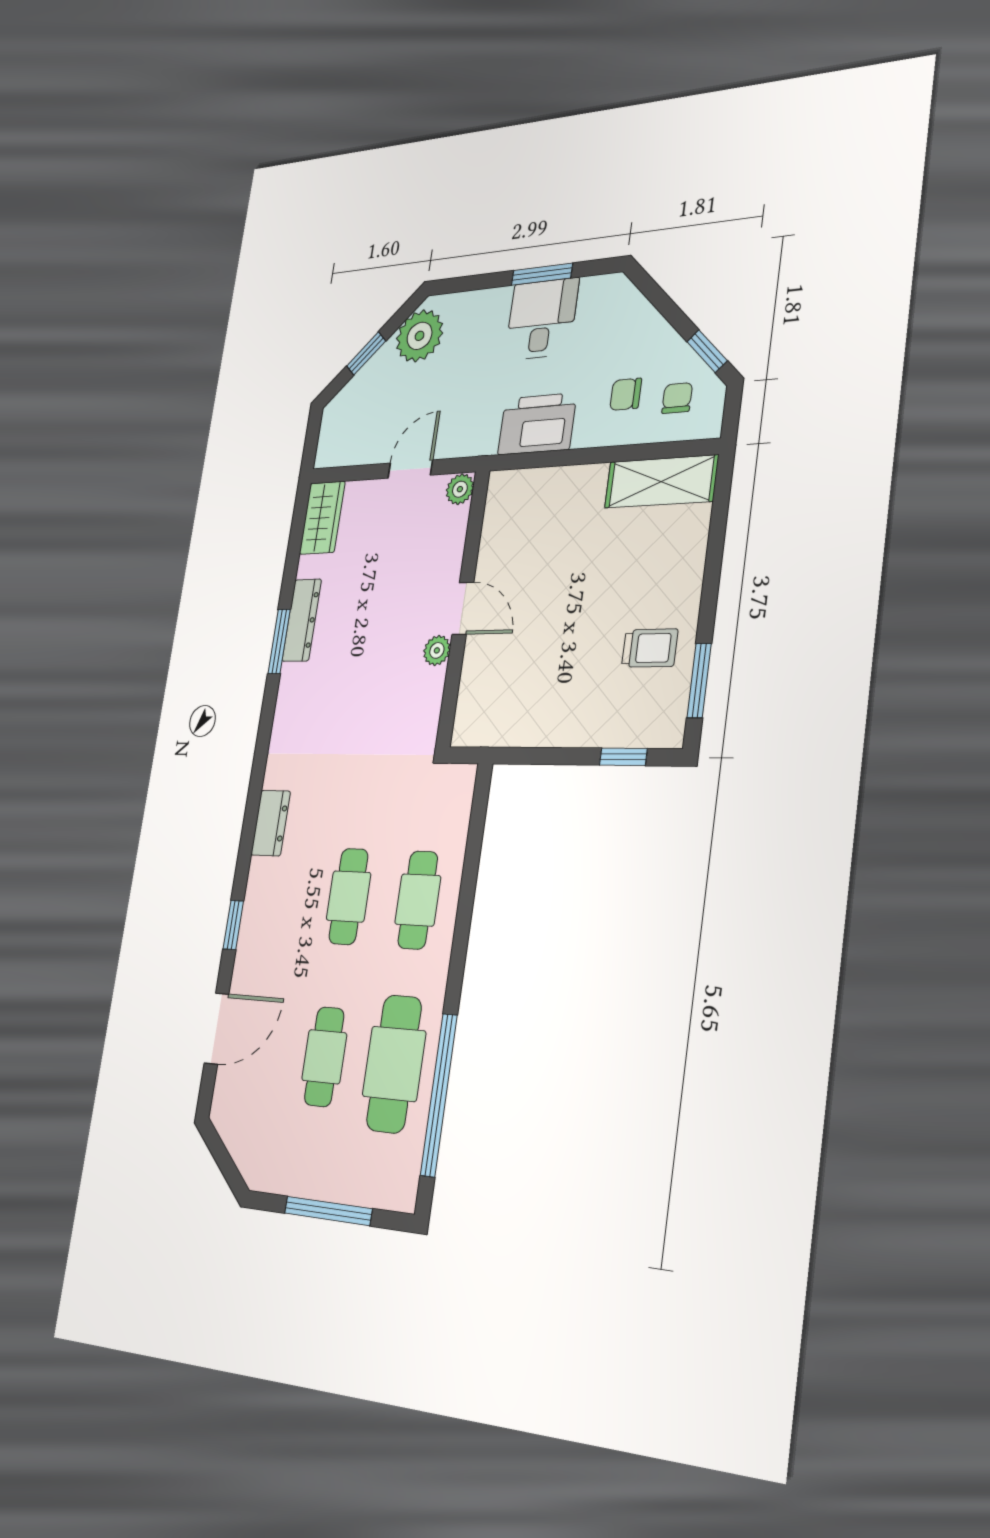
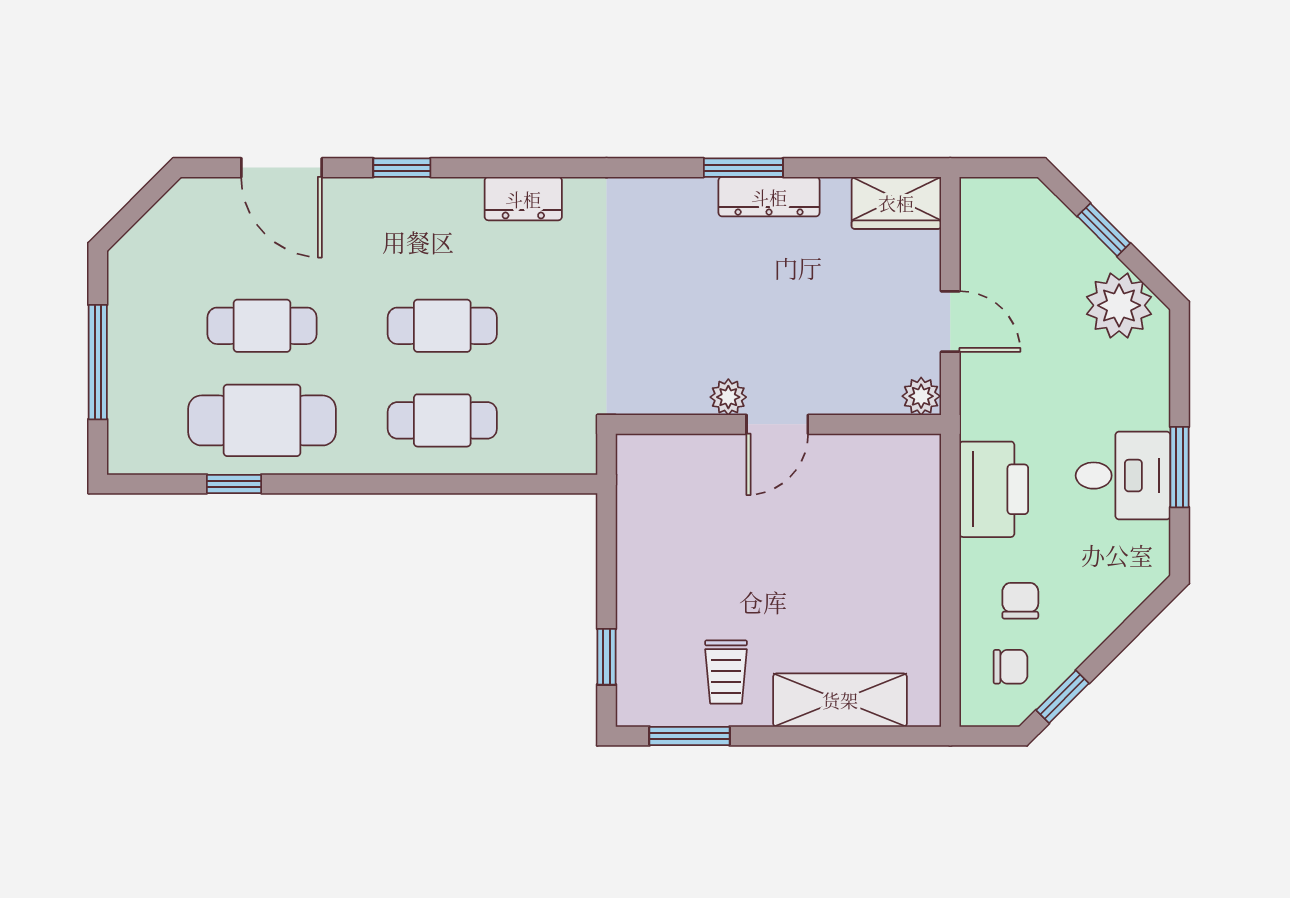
shelving: (661, 482) -> (840, 700), moved, turned 90
window: (439, 1095) -> (234, 484), width x0.32

